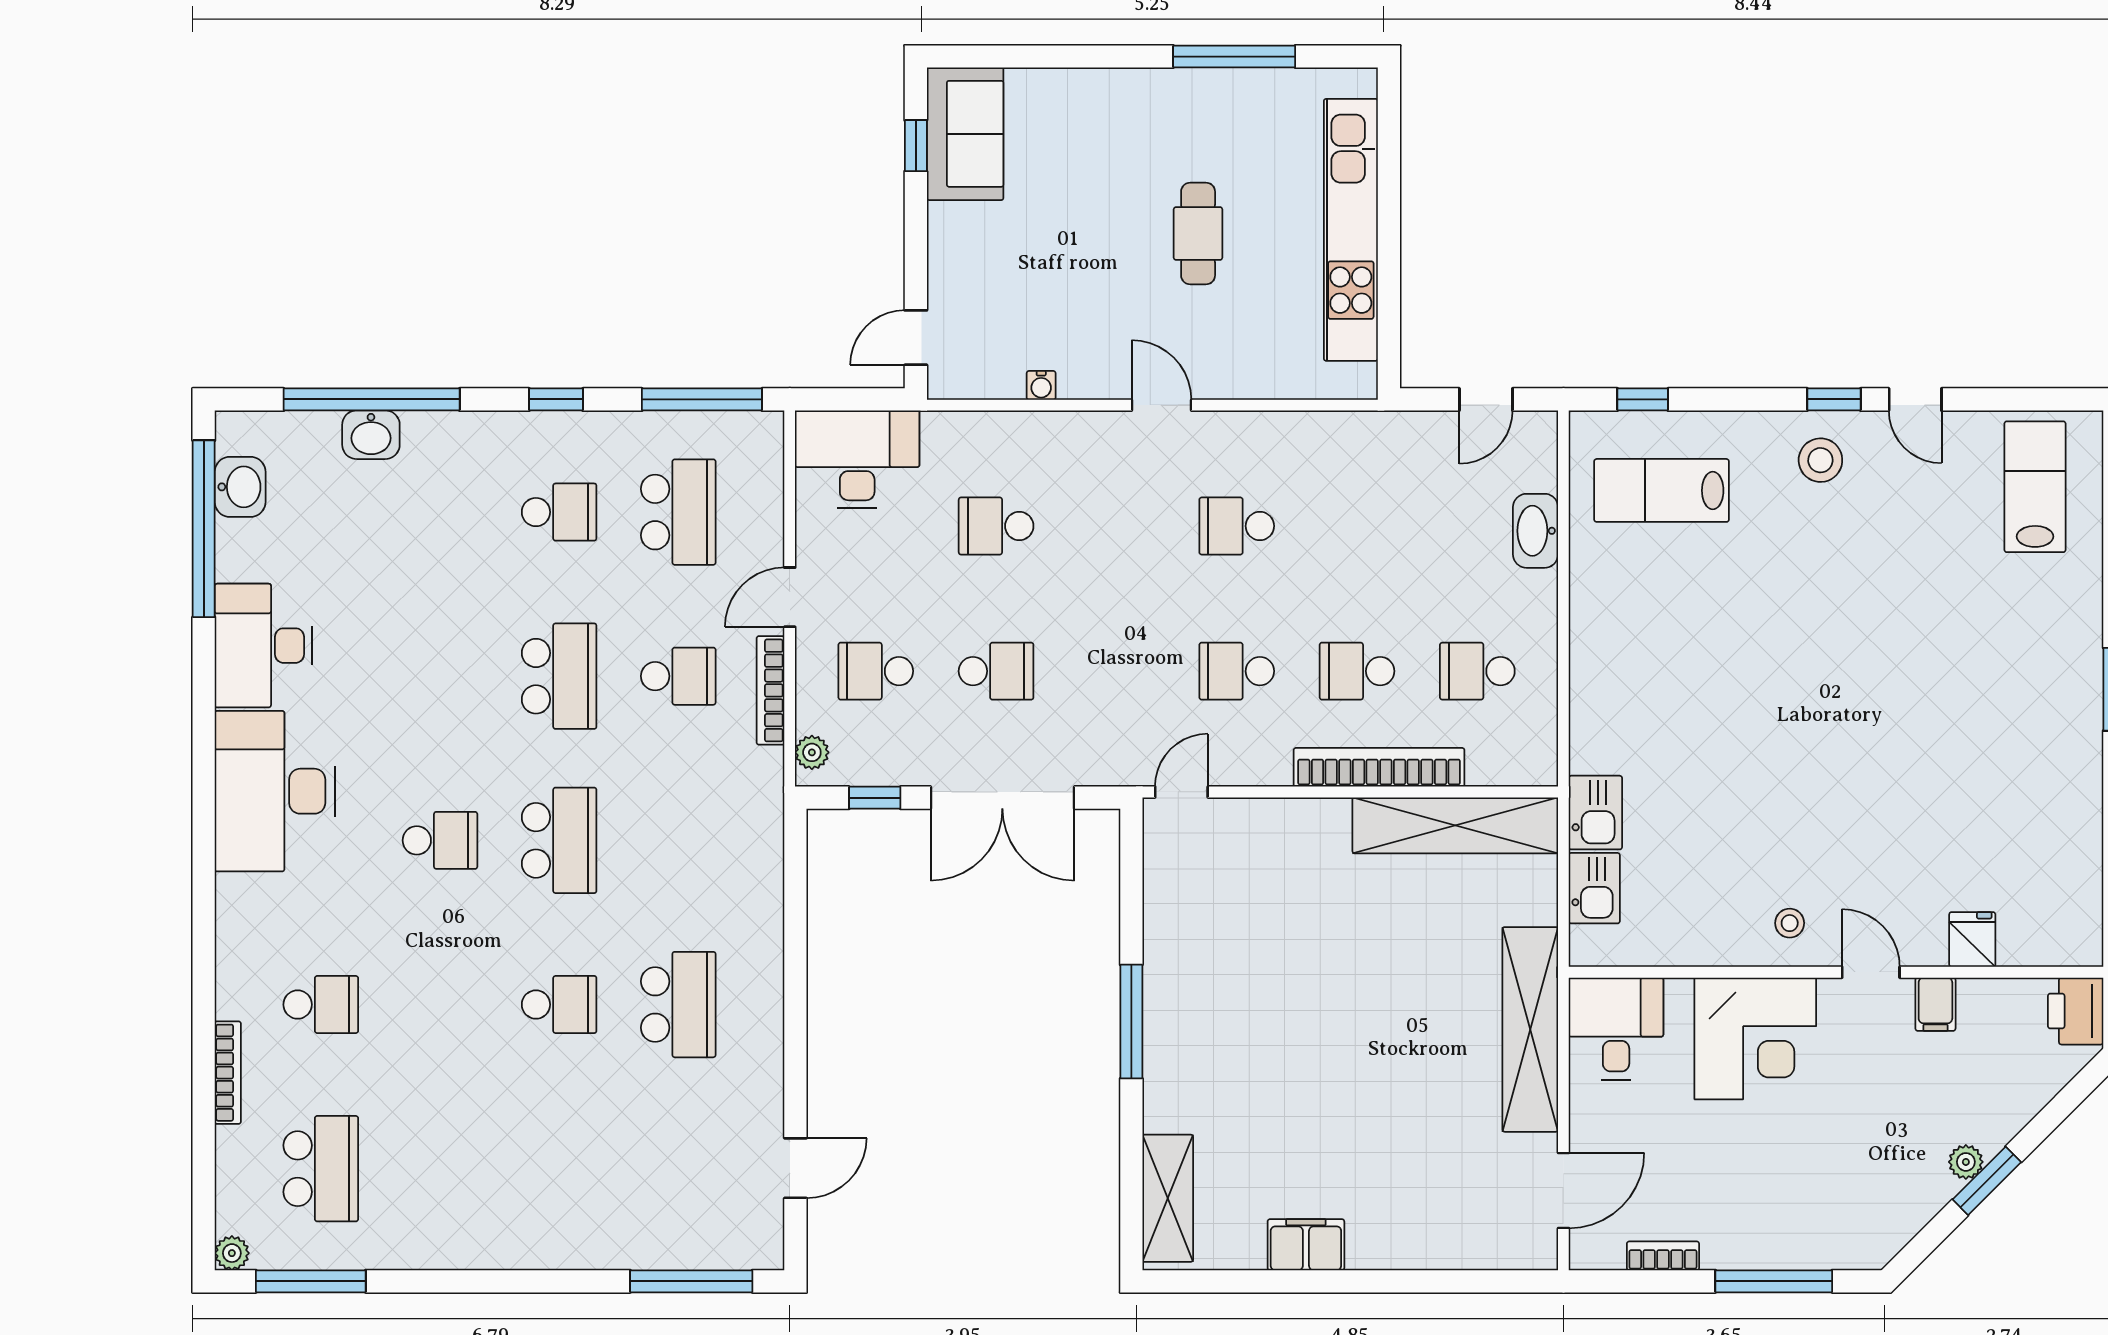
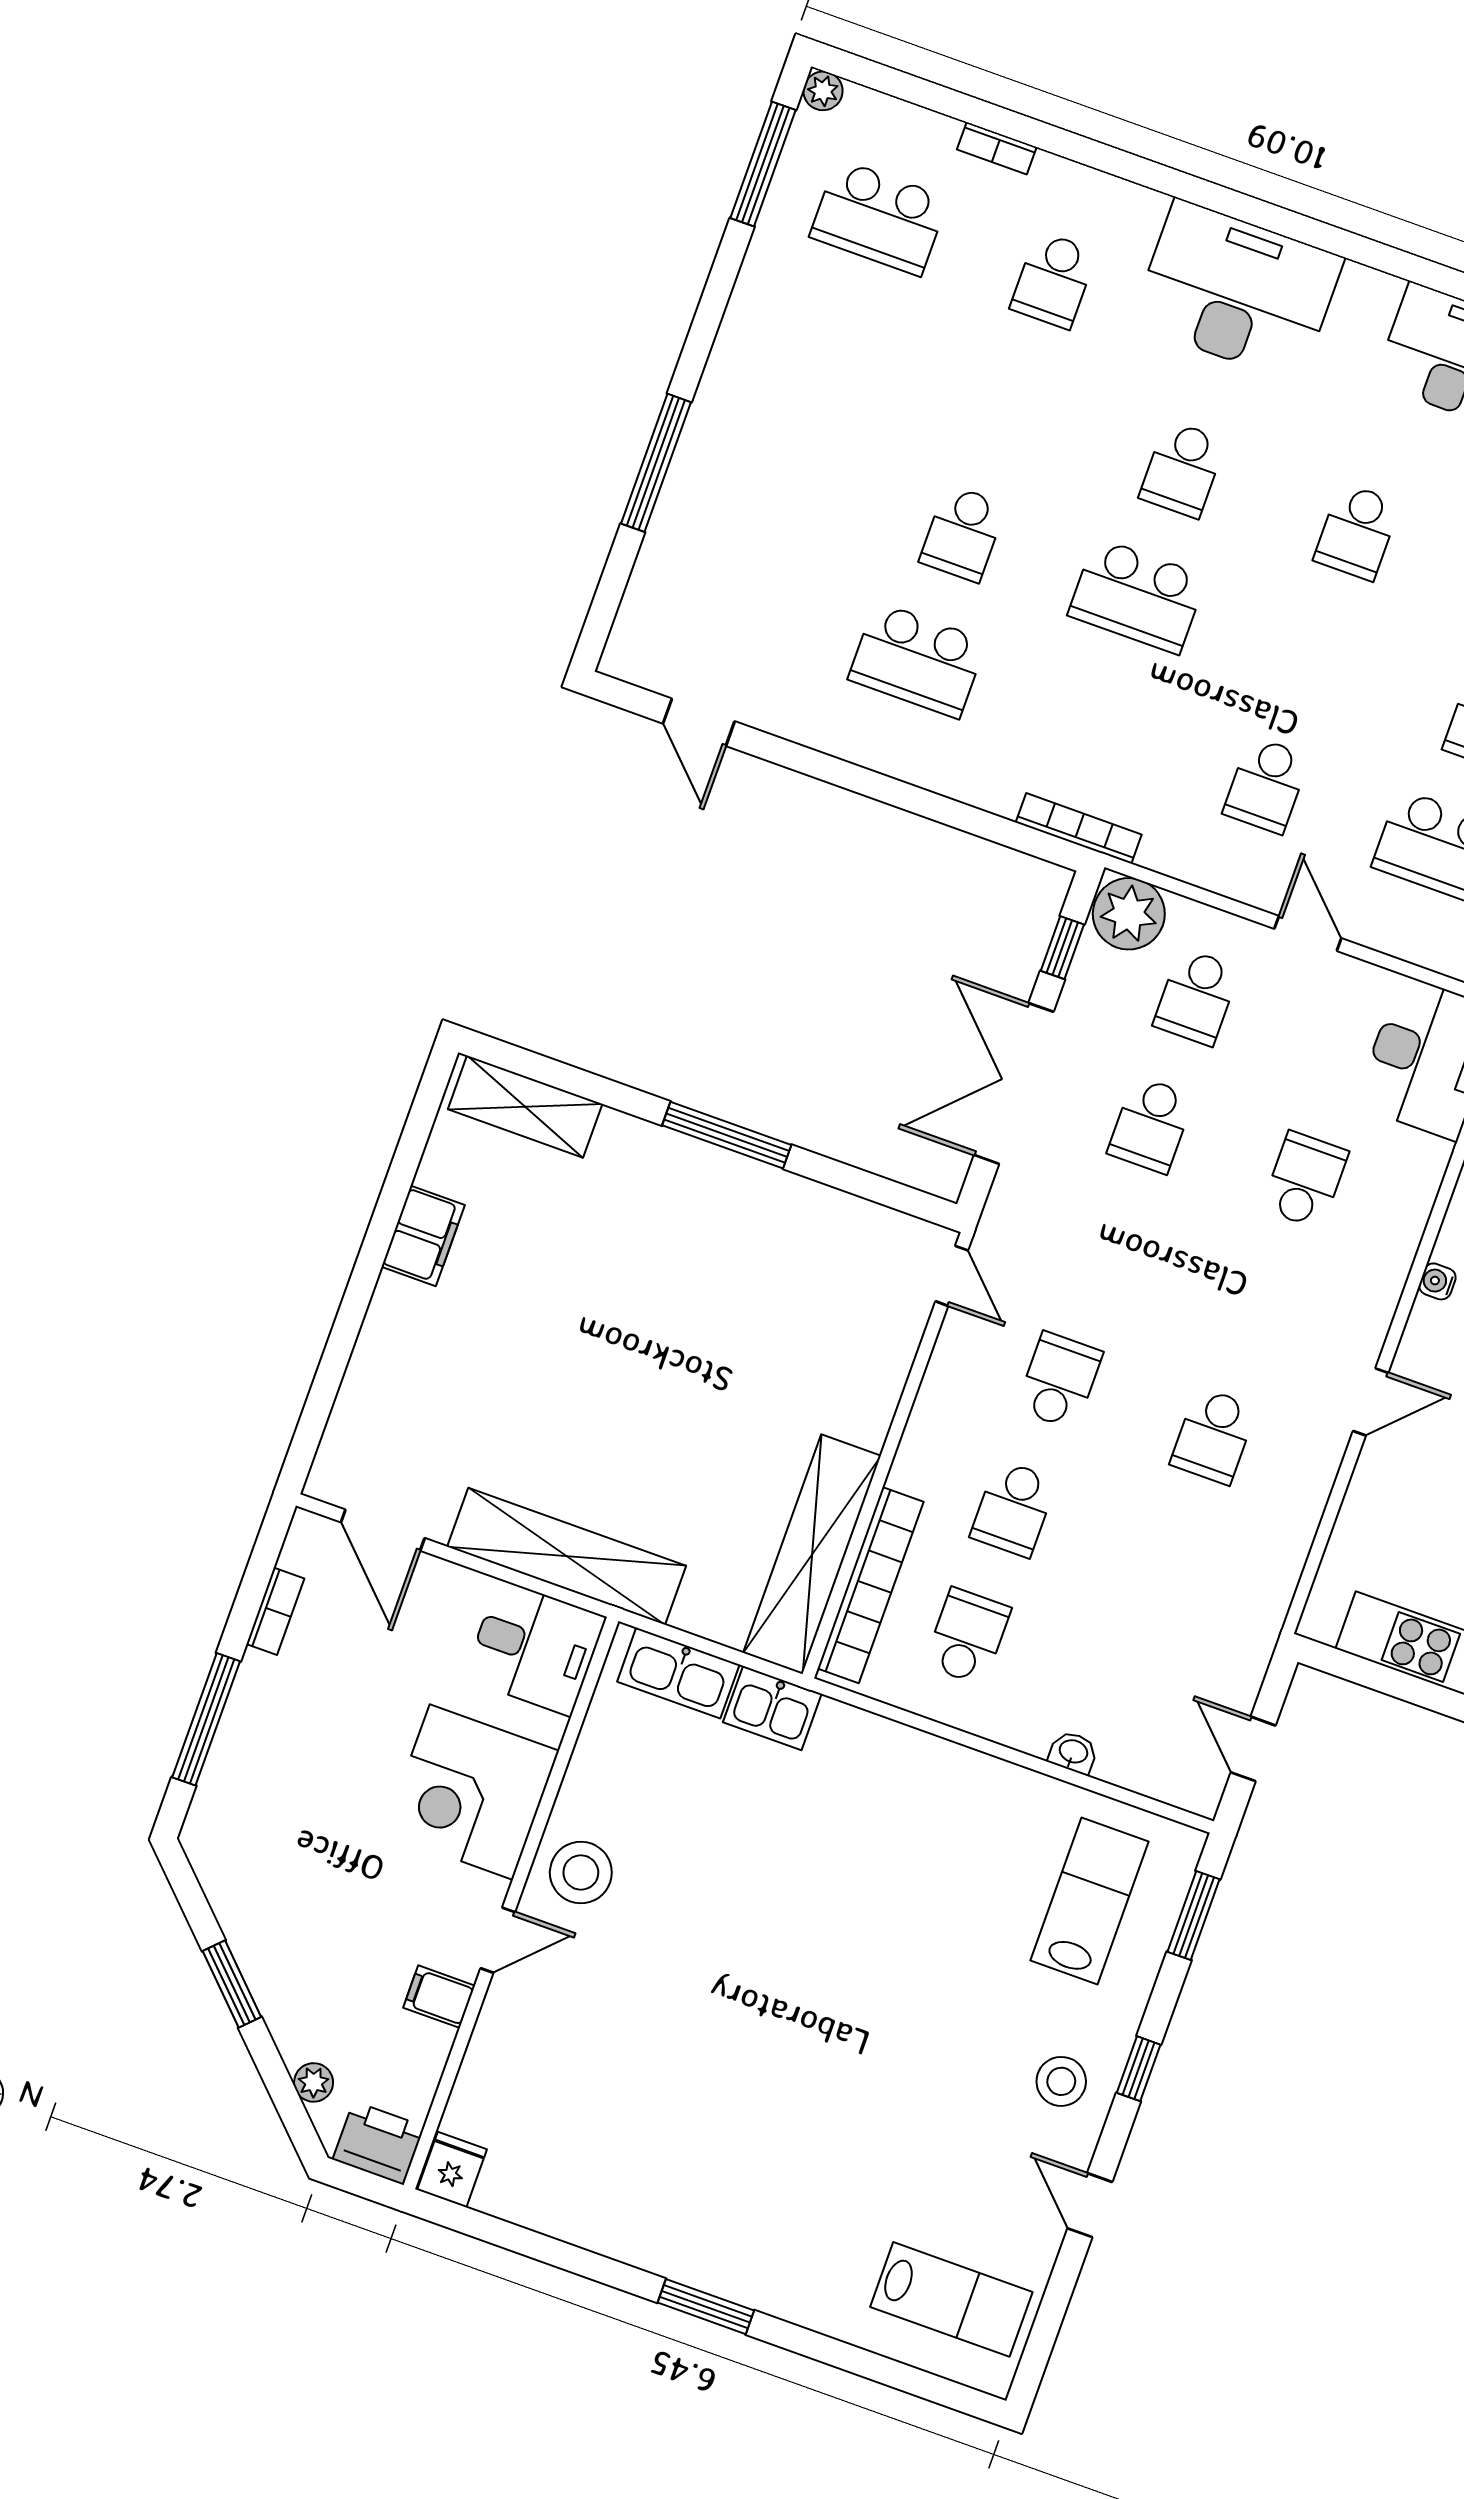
window: (1643, 399) -> (1194, 1916), width x1.50
window: (1834, 399) -> (1139, 2069), moved
door: (1915, 399) -> (1090, 2205), hinge flipped
school desk: (1237, 526) -> (1213, 1436), turned 180
washbasin: (1536, 531) -> (1073, 1752), width x0.52, depth x0.69
school desk: (876, 671) -> (1197, 997), turned 180
school desk: (1357, 671) -> (1013, 1508), turned 180
school desk: (559, 676) -> (1357, 532), moved, width x0.54
bookcase: (771, 690) -> (1079, 828), moved
plant: (812, 752) -> (1129, 914), width x1.88, depth x1.88
bookcase: (1379, 767) -> (871, 1585), moved
desk: (275, 791) -> (1237, 291), moved
kitchen sink: (1594, 888) -> (678, 1673), width x1.38
stool: (1790, 923) -> (581, 1872), width x1.89, depth x1.89
fridge: (1972, 939) -> (452, 2170), moved, turned -90
bookcase: (228, 1073) -> (997, 148), width x0.64
plant: (1966, 1162) -> (314, 2082), moved
window: (691, 1281) -> (656, 463), moved

